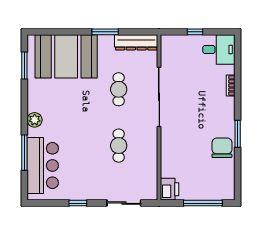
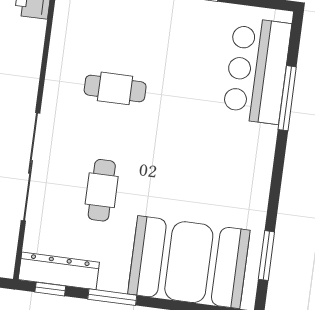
window: (139, 32) -> (50, 289), added
plant: (35, 120) -> (261, 155), removed
cafe table: (119, 146) -> (115, 88), turned 90

